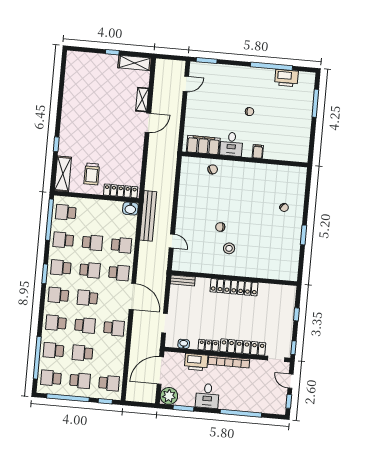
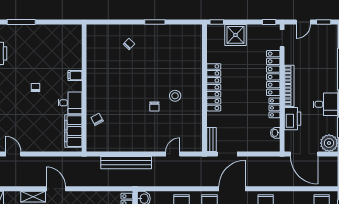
bench: (148, 216) -> (126, 163), moved
shower: (284, 313) -> (235, 35), added
window: (296, 314) -> (217, 22), moved
doorway: (165, 323) -> (227, 154), moved

